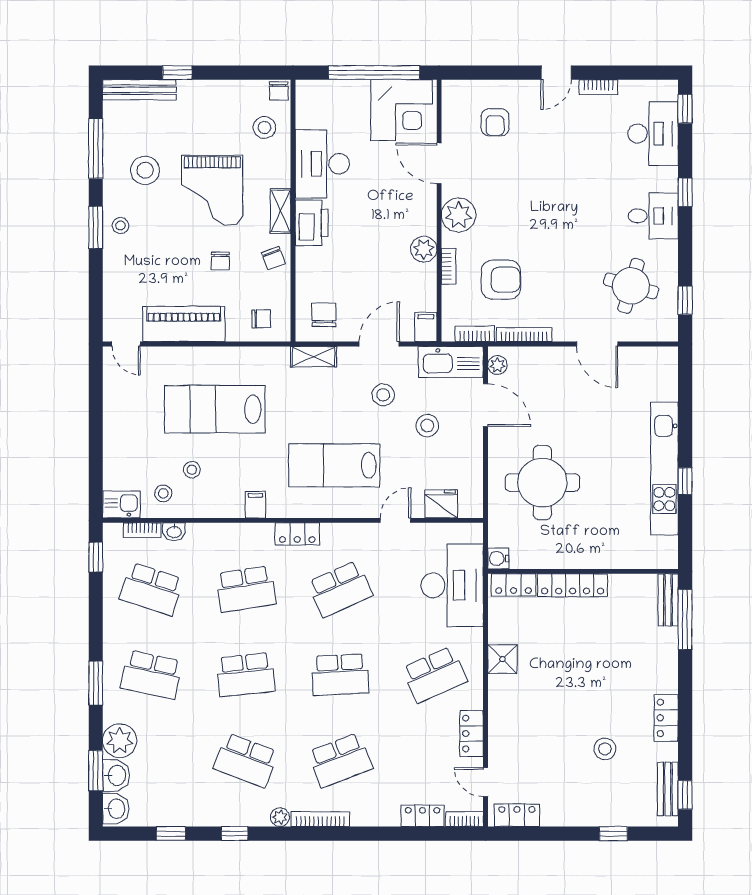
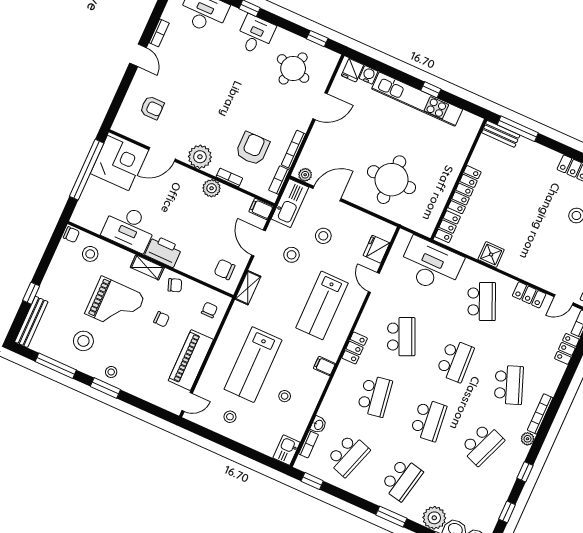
fridge: (664, 366) -> (352, 70), added
stool: (163, 493) -> (230, 417), moved
water cooler: (498, 559) -> (369, 75), moved, turned 180

